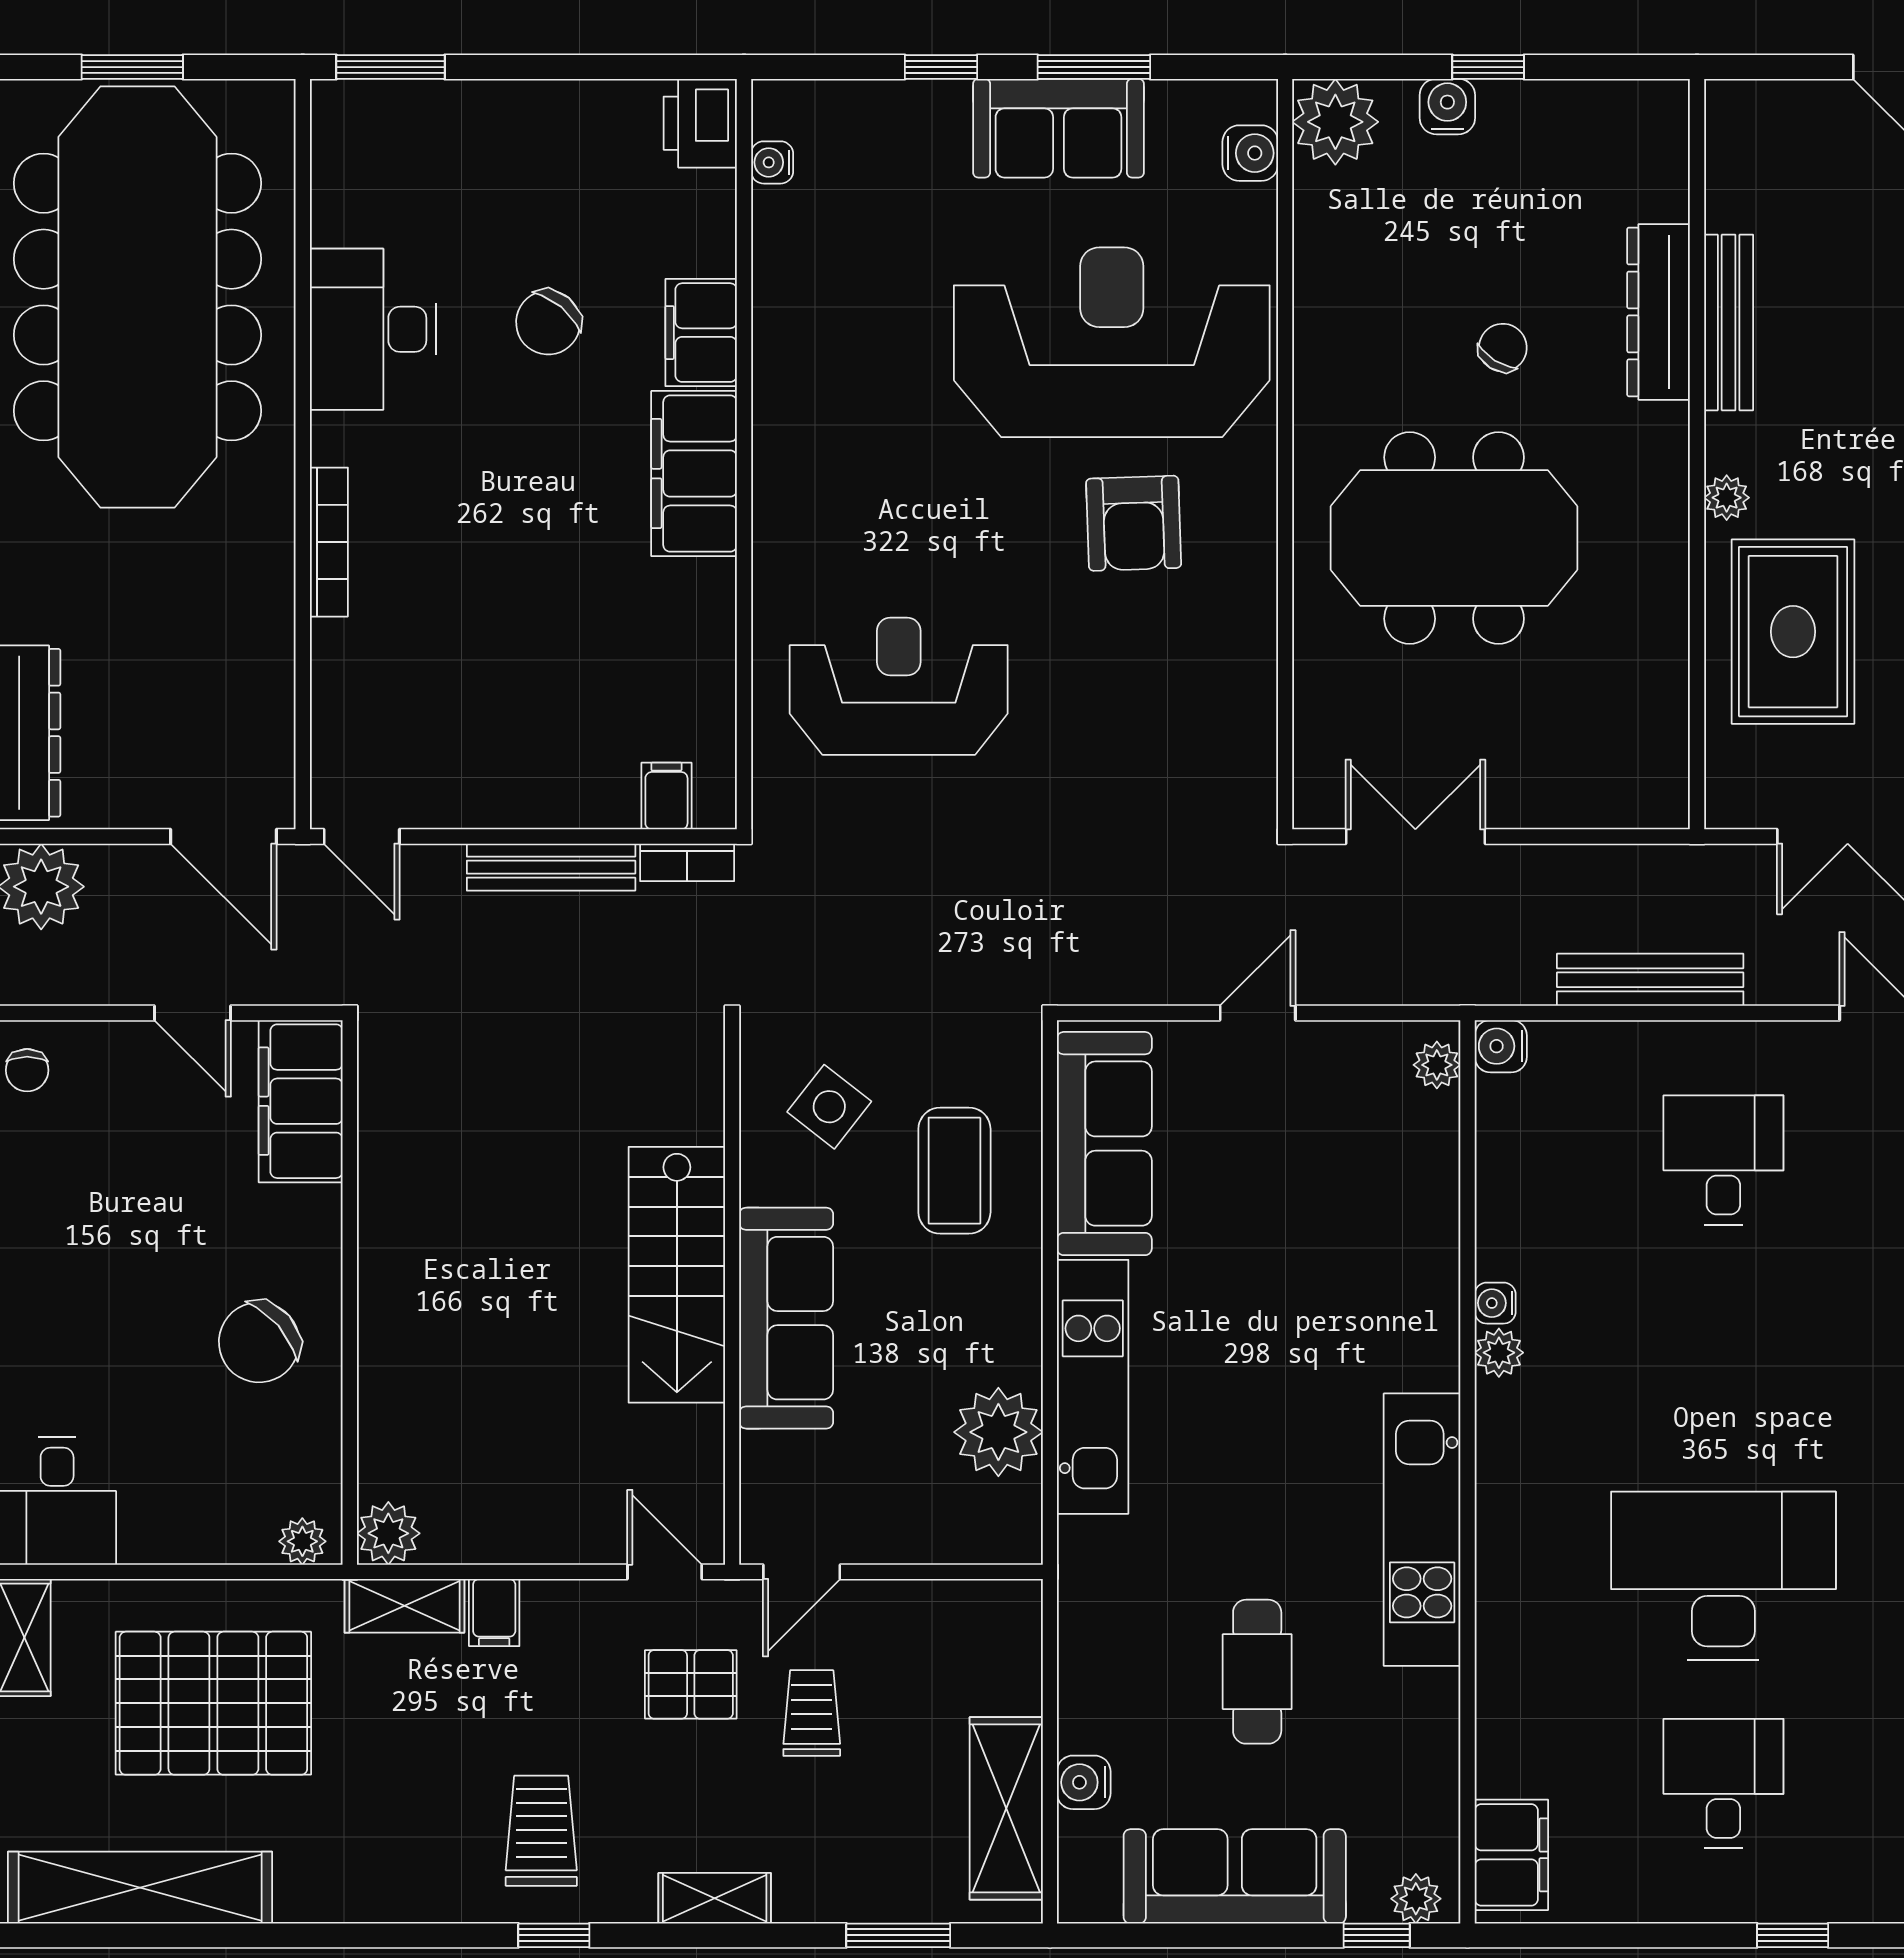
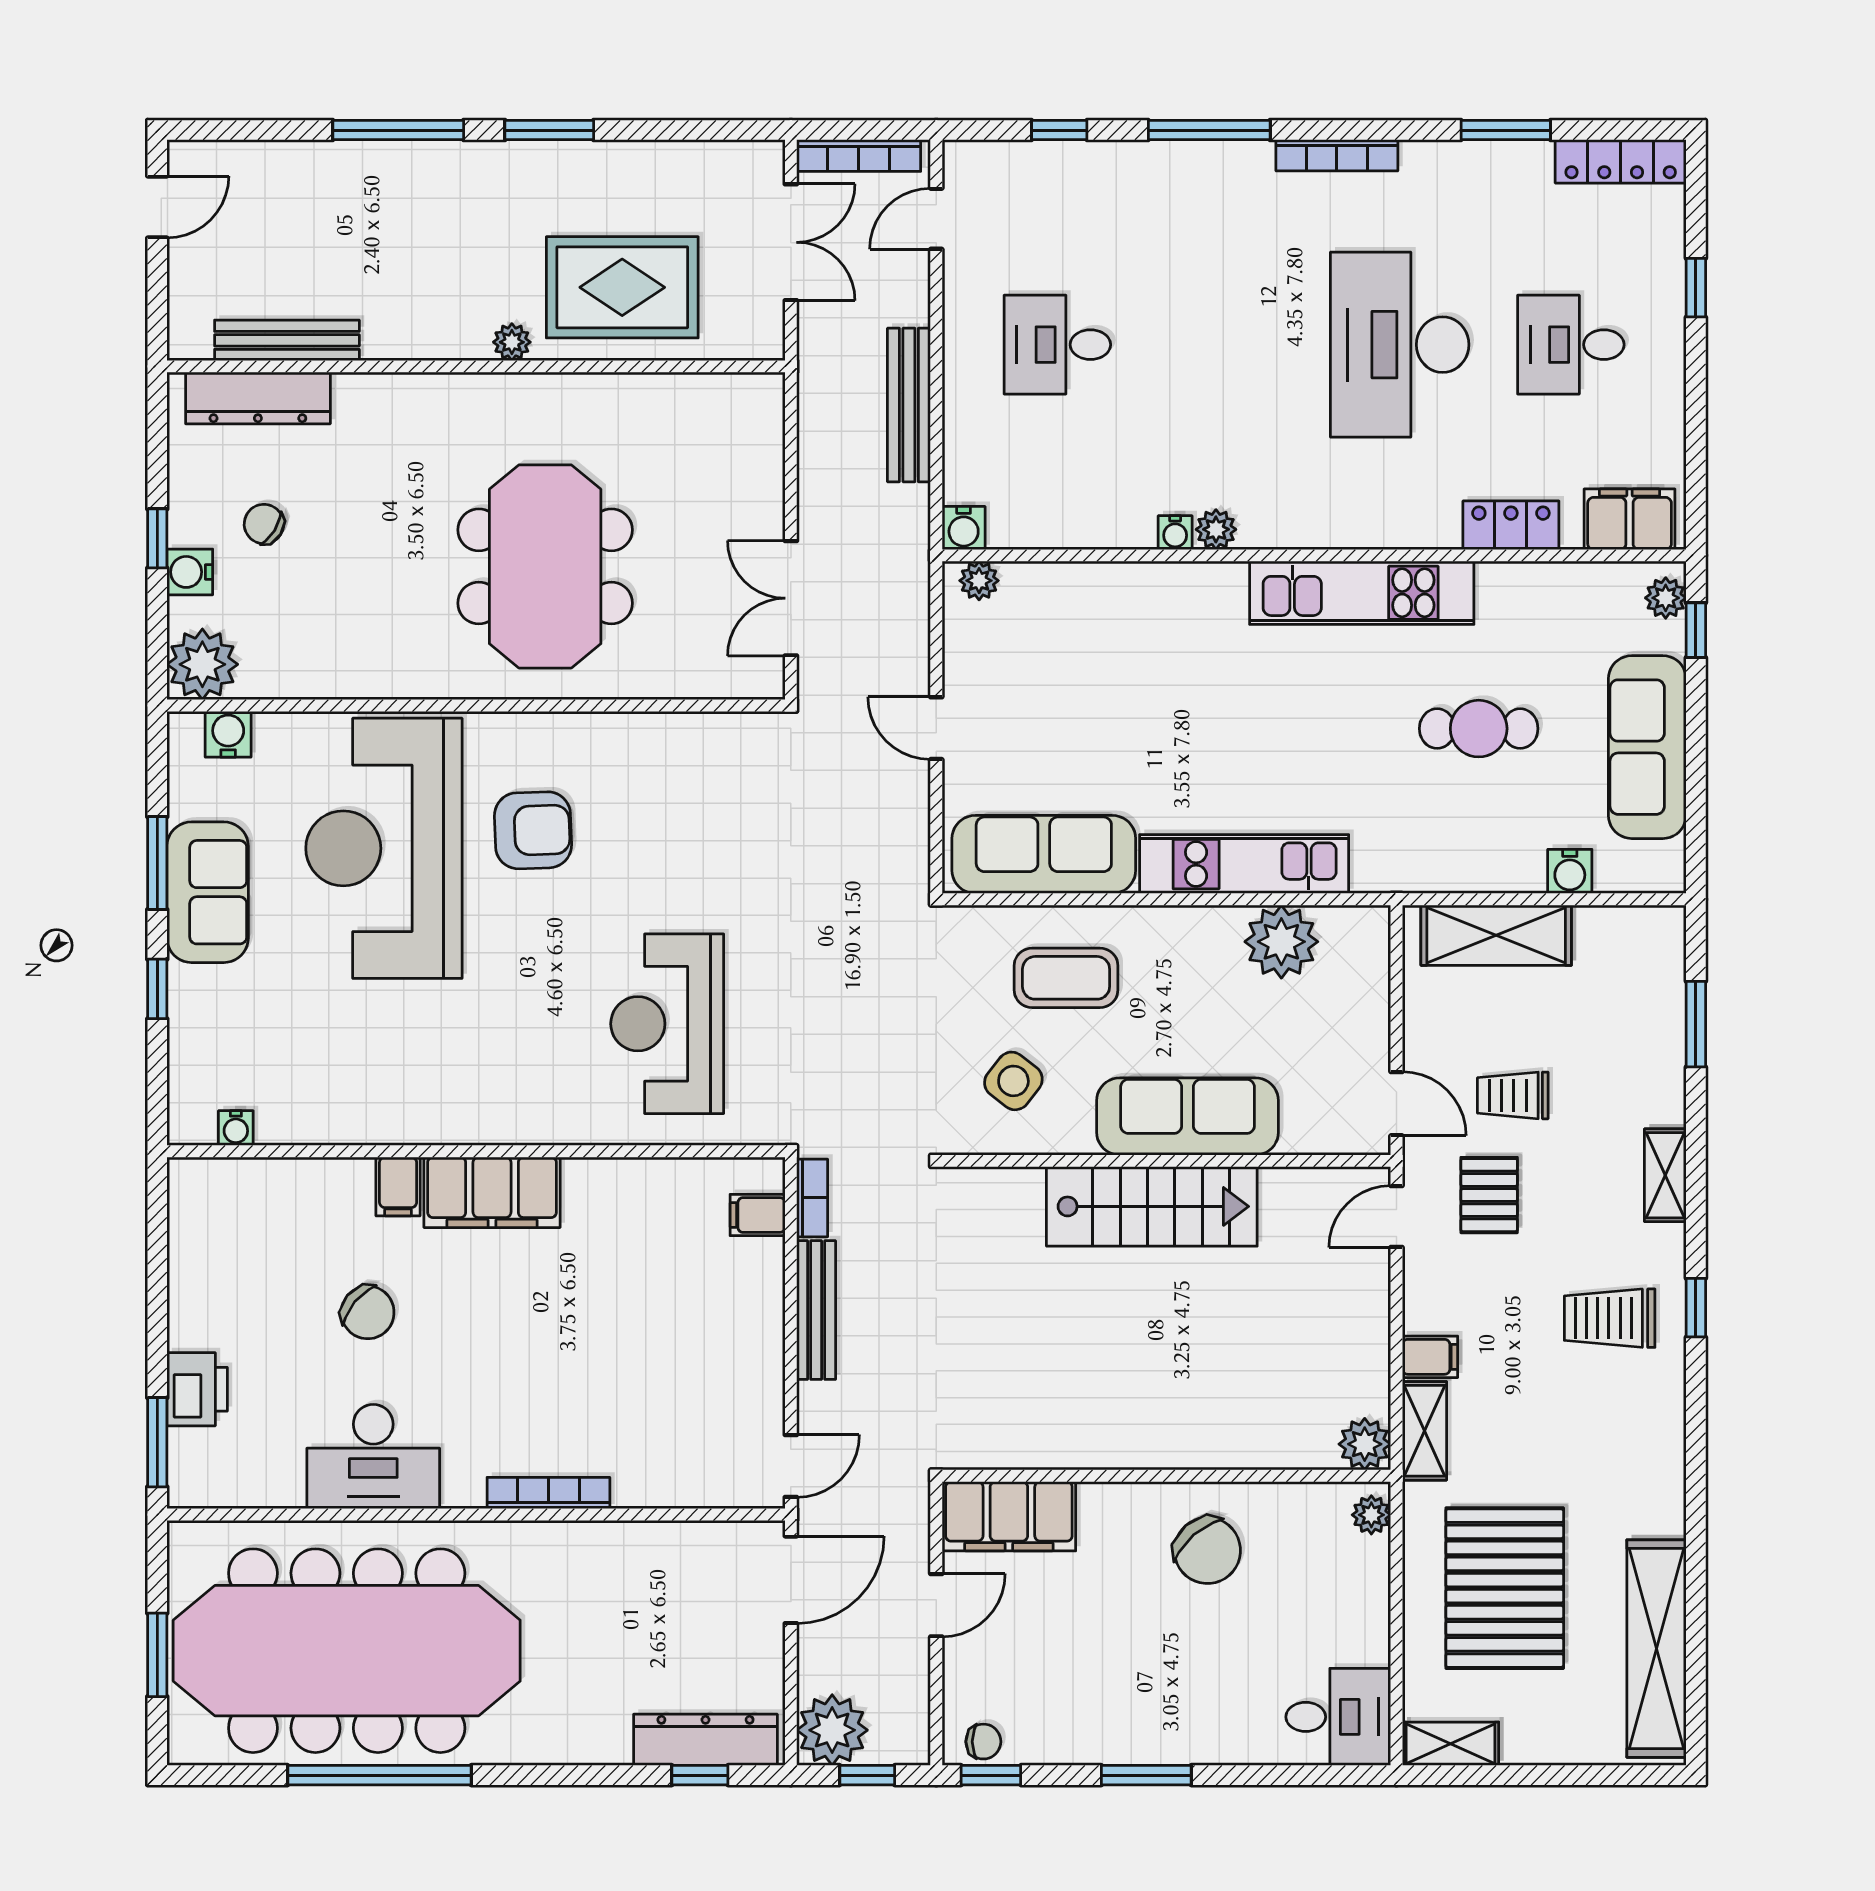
printer: (700, 123) -> (197, 1389), moved, turned -90
dresser: (1659, 312) -> (258, 398), moved
bench: (1729, 323) -> (287, 340), moved
filing cabinet: (701, 333) -> (398, 1186), width x0.50
chair: (1503, 348) -> (264, 524), moved
locker: (1504, 1711) -> (1511, 525), added
shelving: (1006, 1808) -> (1496, 935), moved

